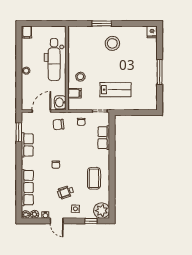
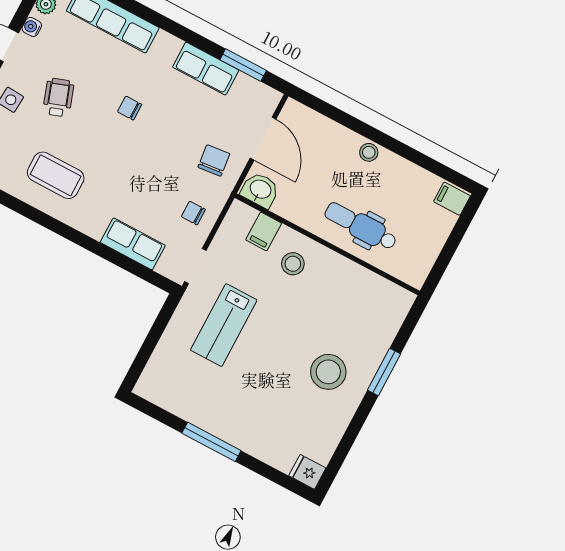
dental chair: (54, 60) -> (361, 226), width x0.73, depth x0.72

